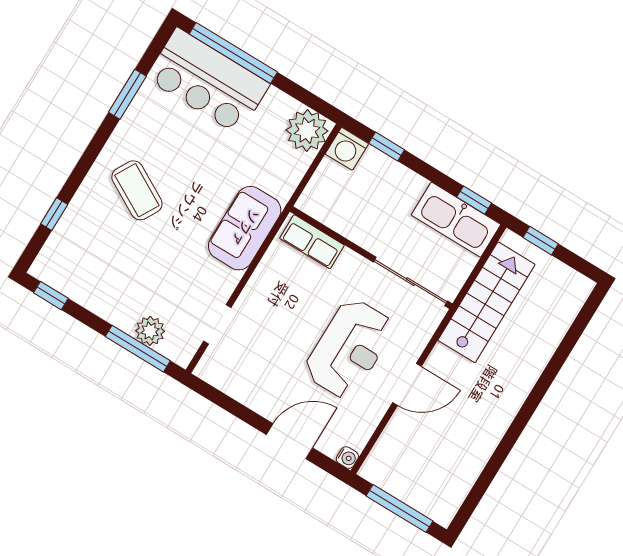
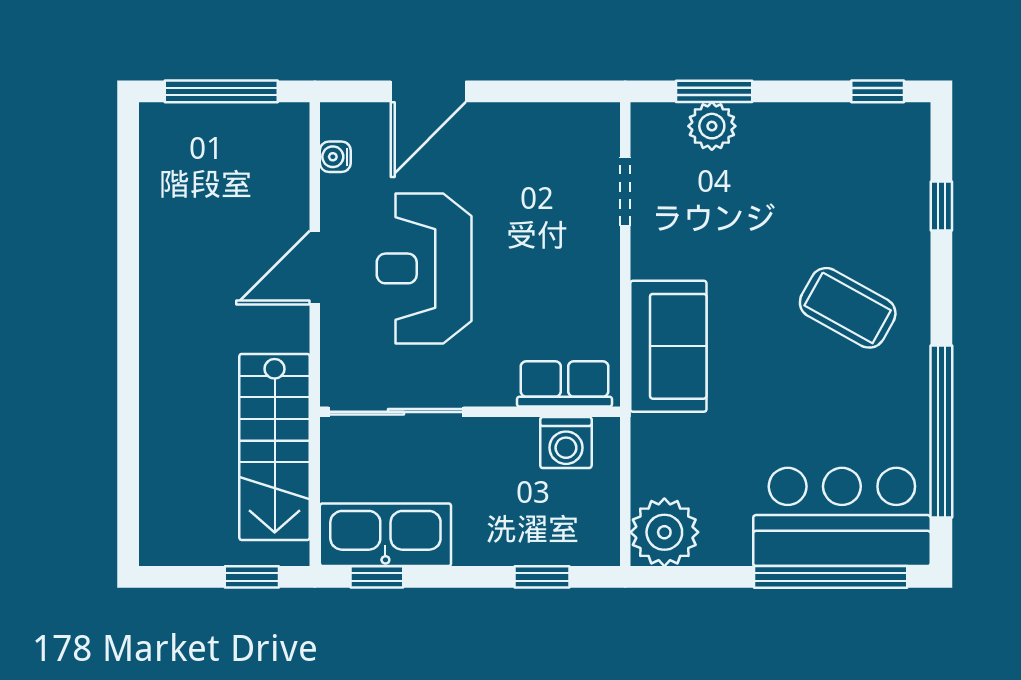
window: (127, 94) -> (941, 432), width x2.11
washing machine: (347, 149) -> (566, 443), moved, turned 180
window: (138, 349) -> (714, 91), width x0.69
water cooler: (347, 458) -> (335, 157), moved

